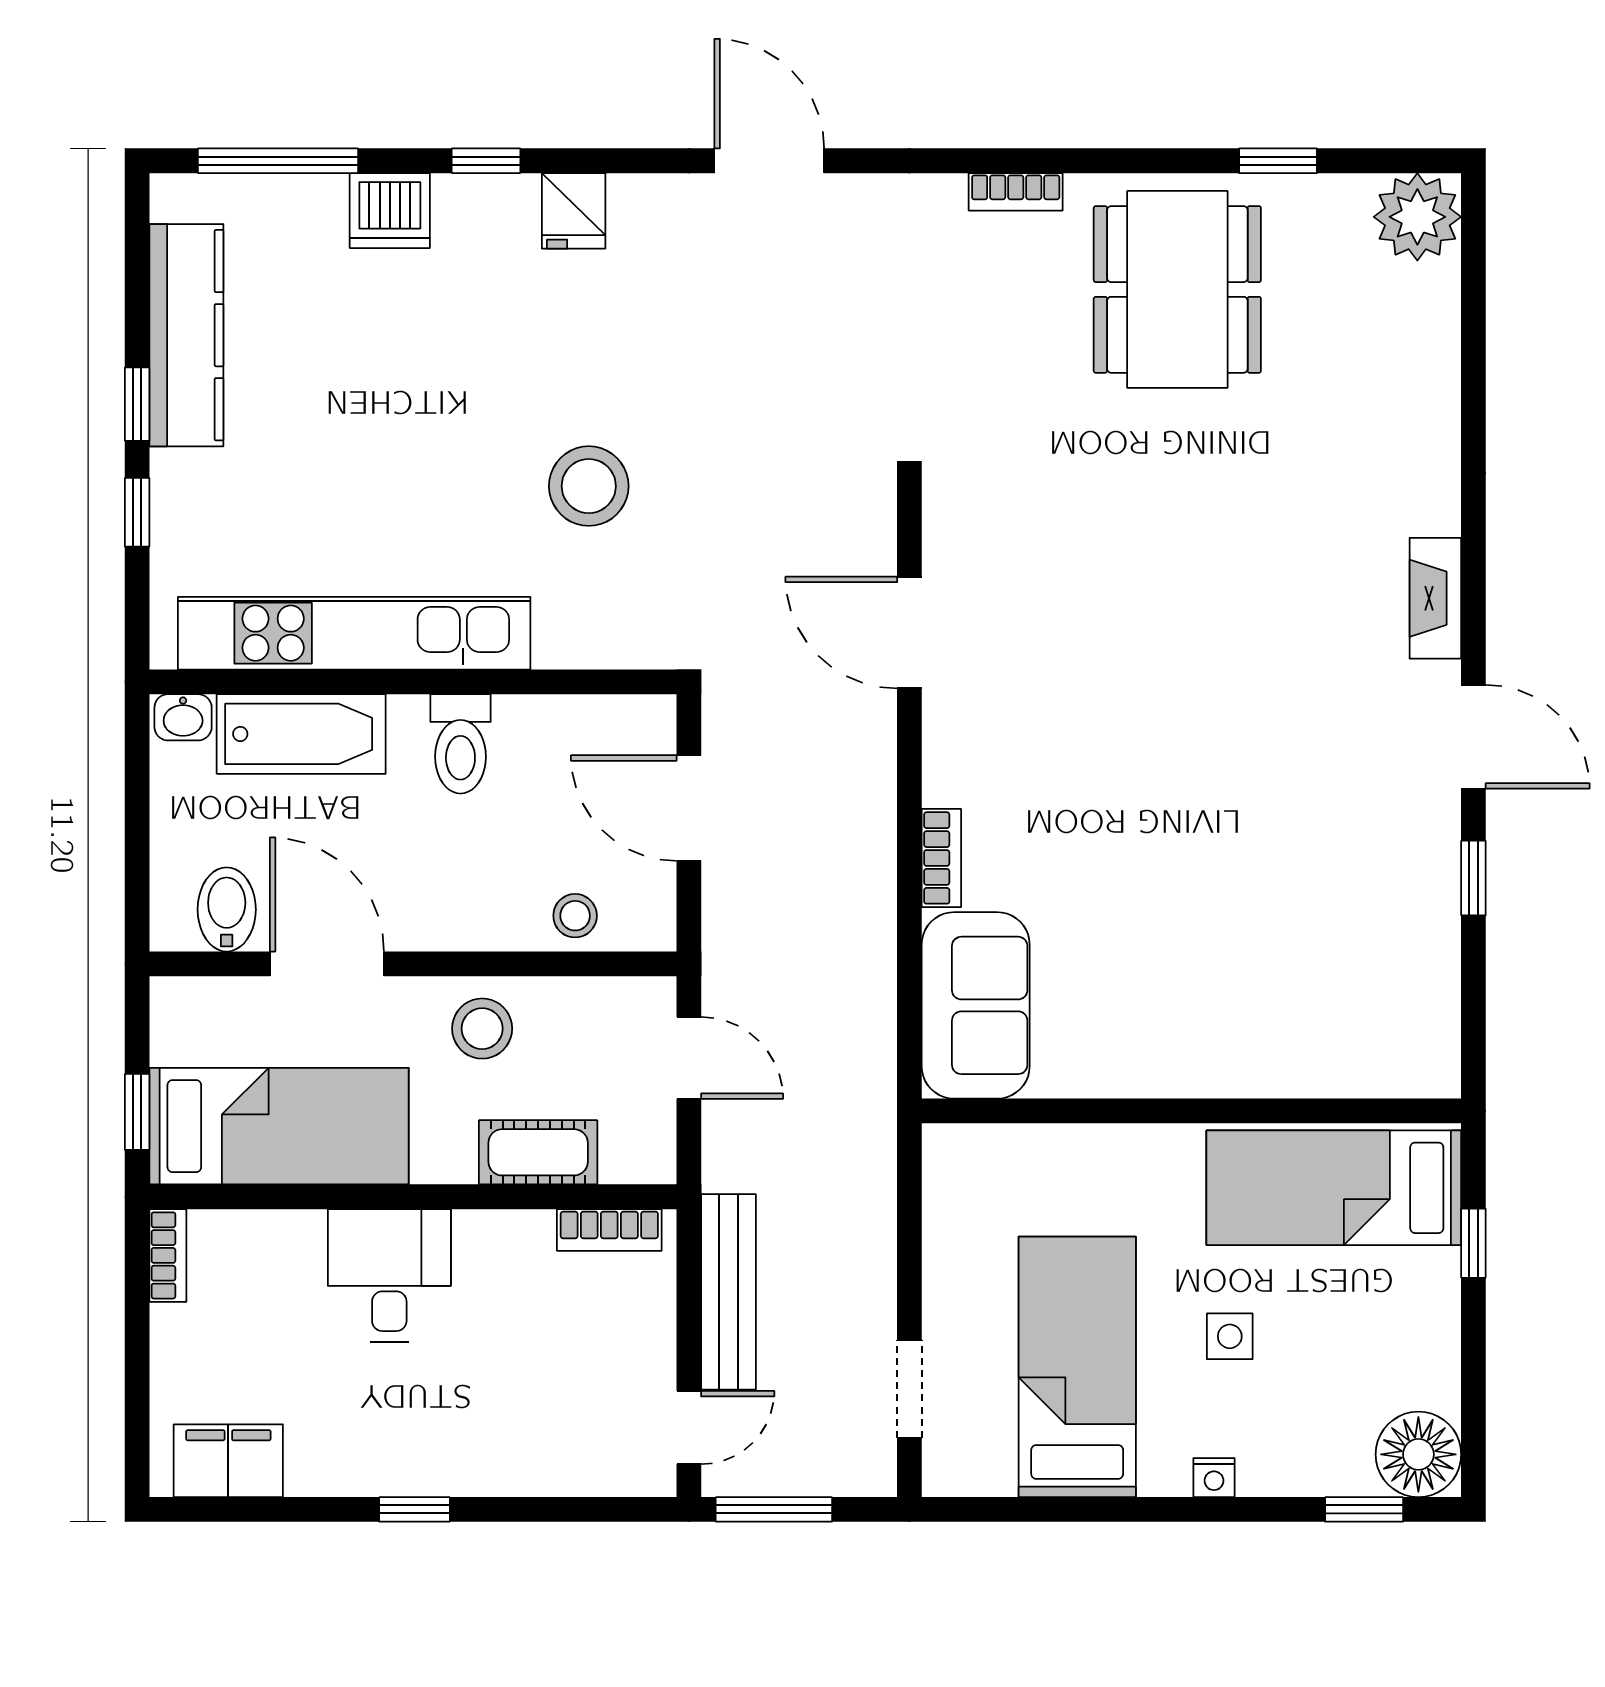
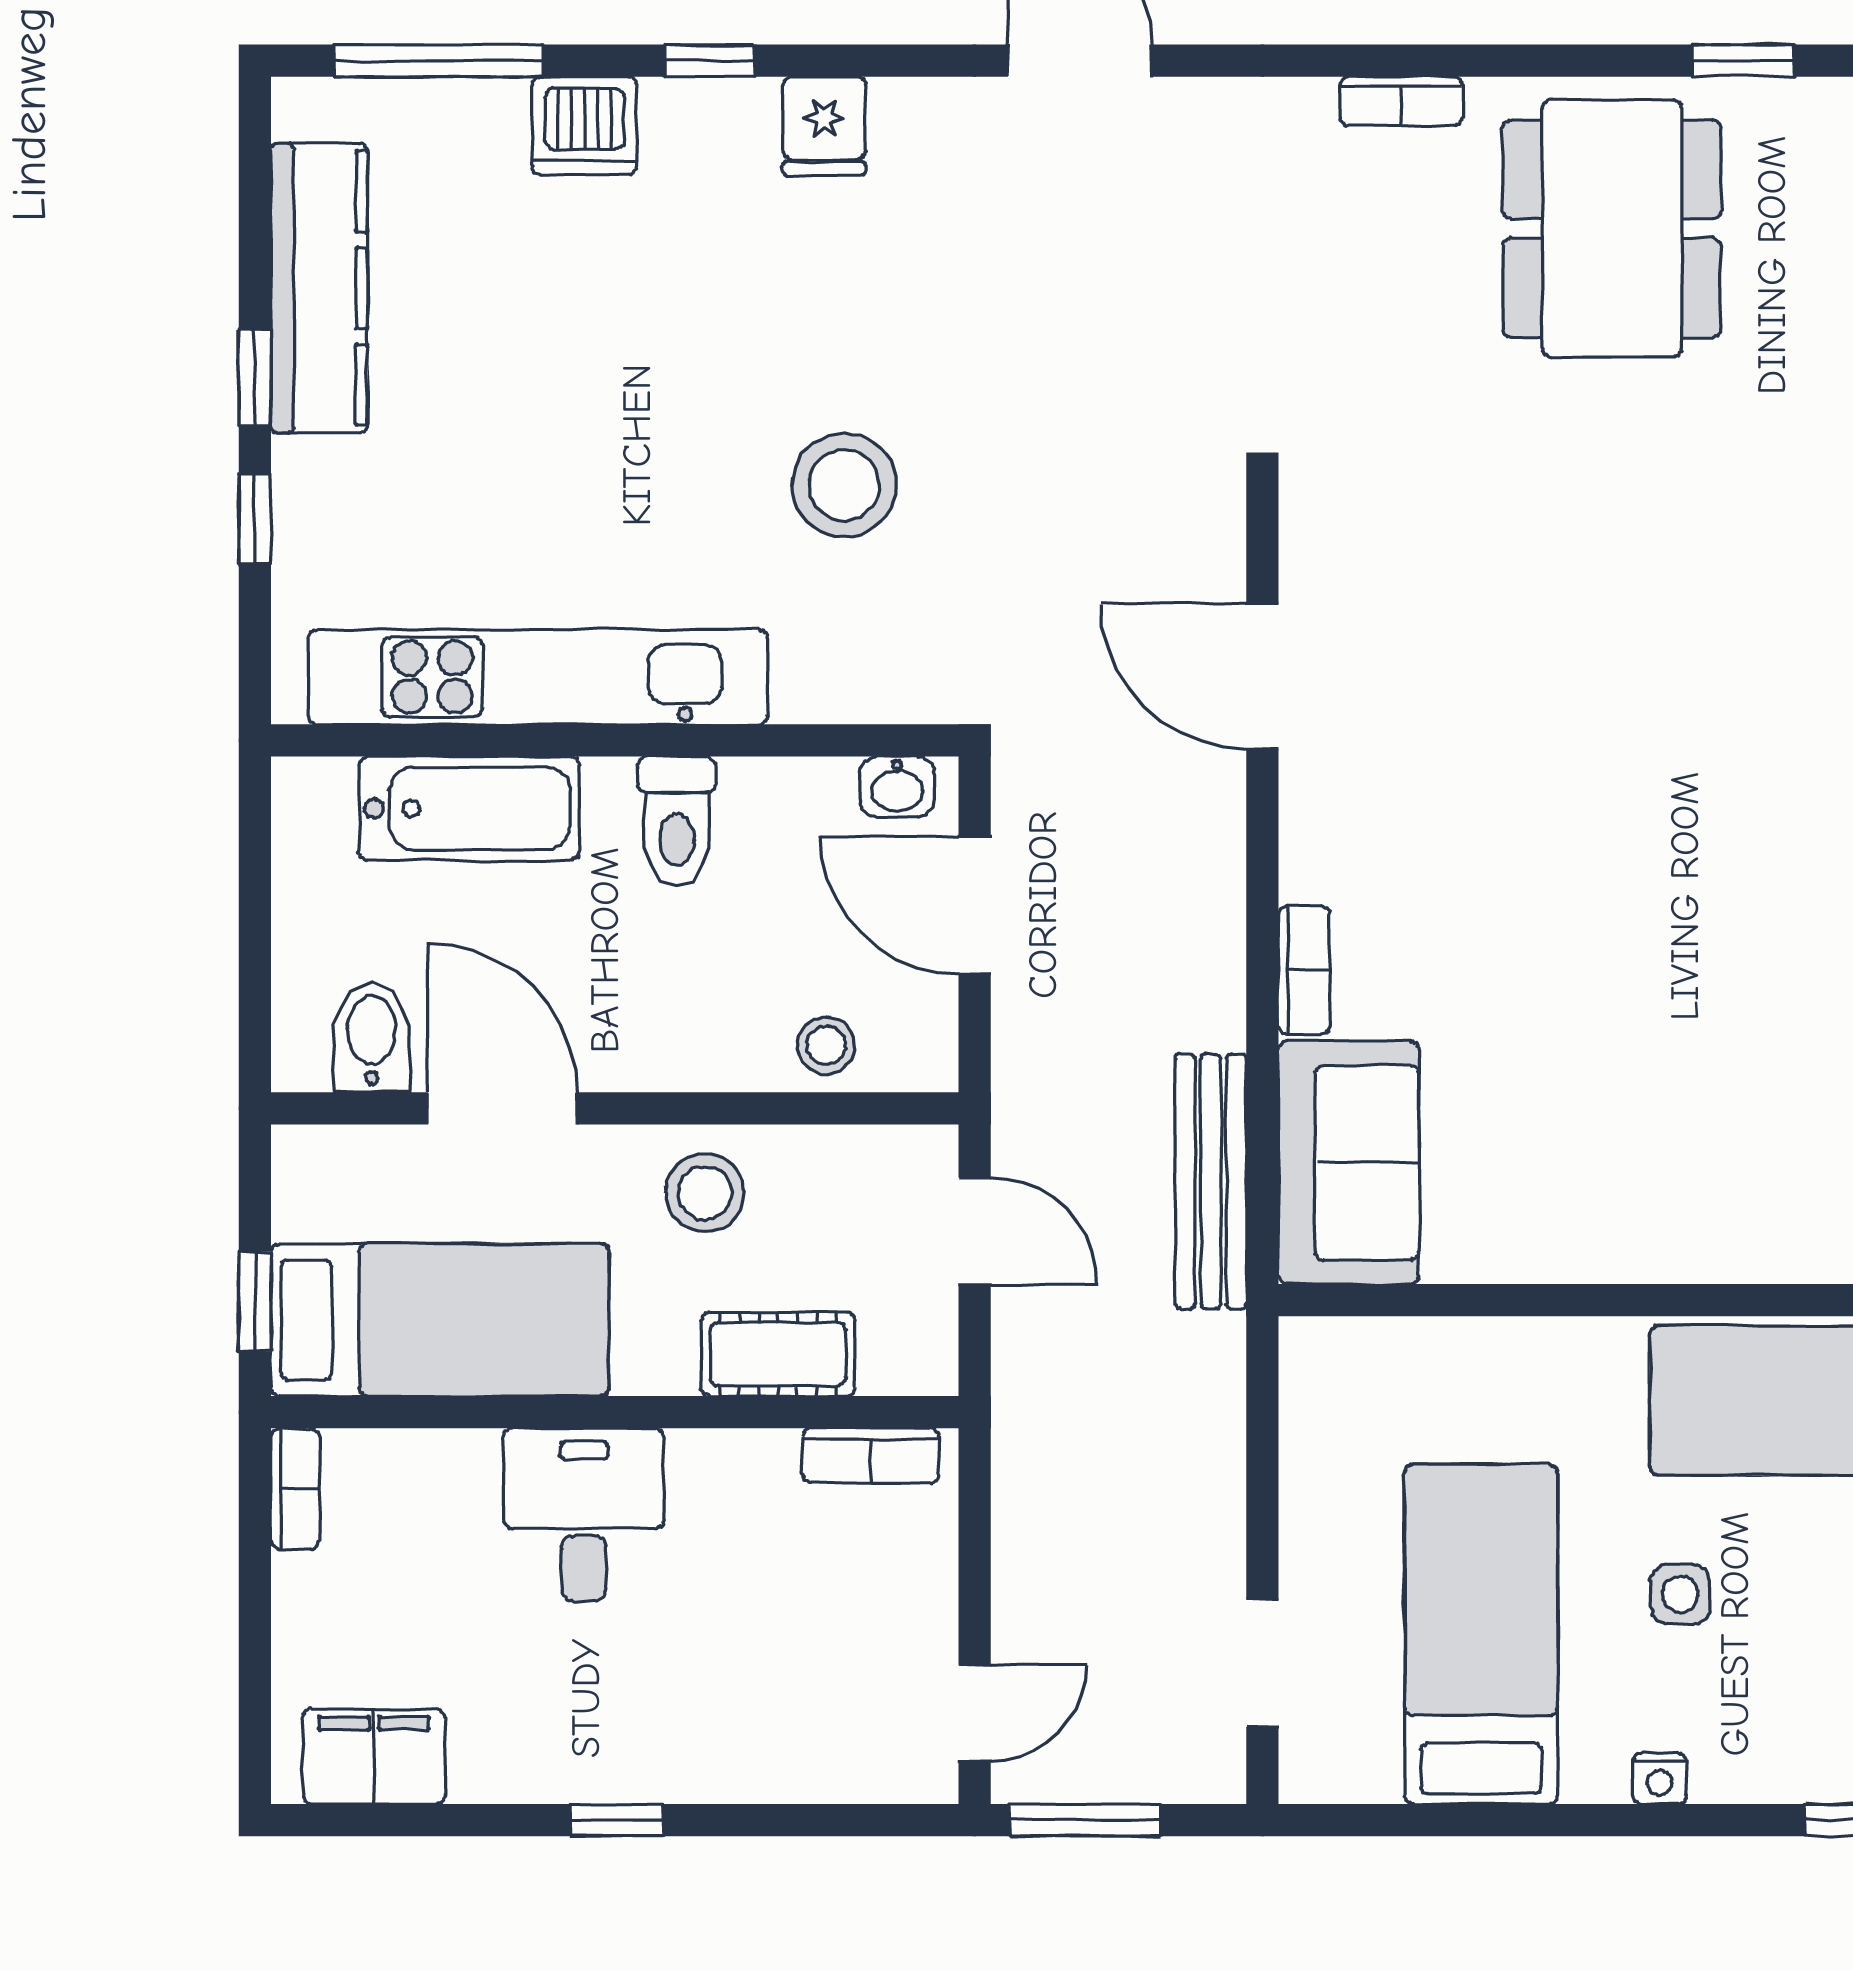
washbasin: (183, 717) -> (897, 787), moved
bench: (728, 1292) -> (1211, 1181), moved

